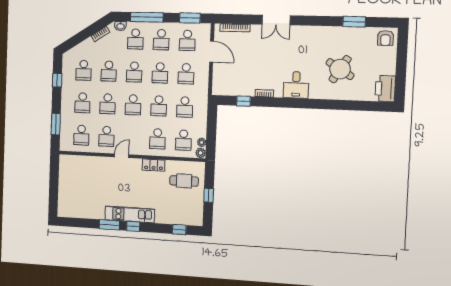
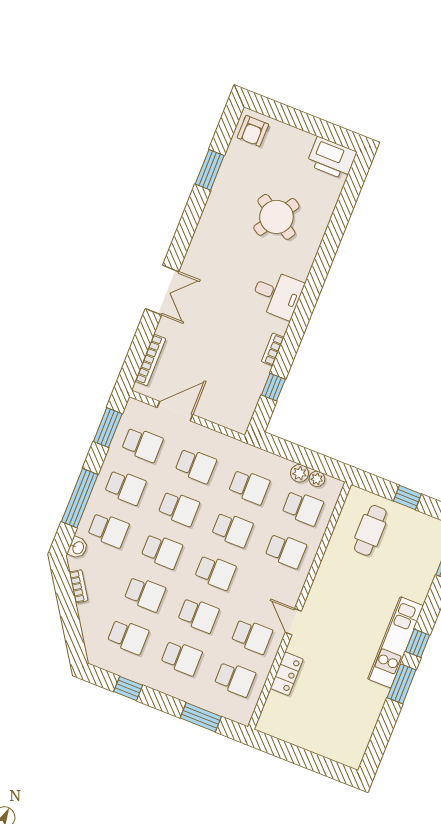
armchair: (385, 38) -> (253, 131), turned 90
plant: (201, 153) -> (299, 473), moved
locker: (154, 165) -> (287, 674), moved

